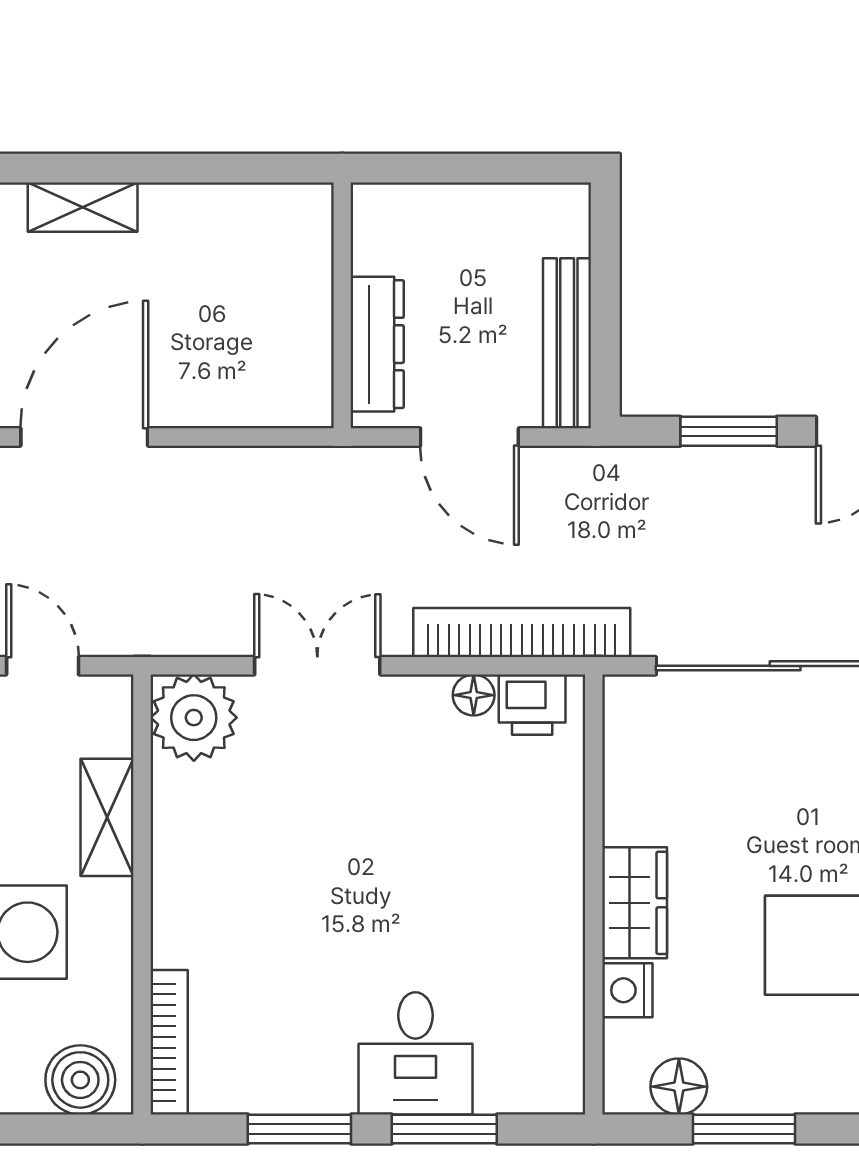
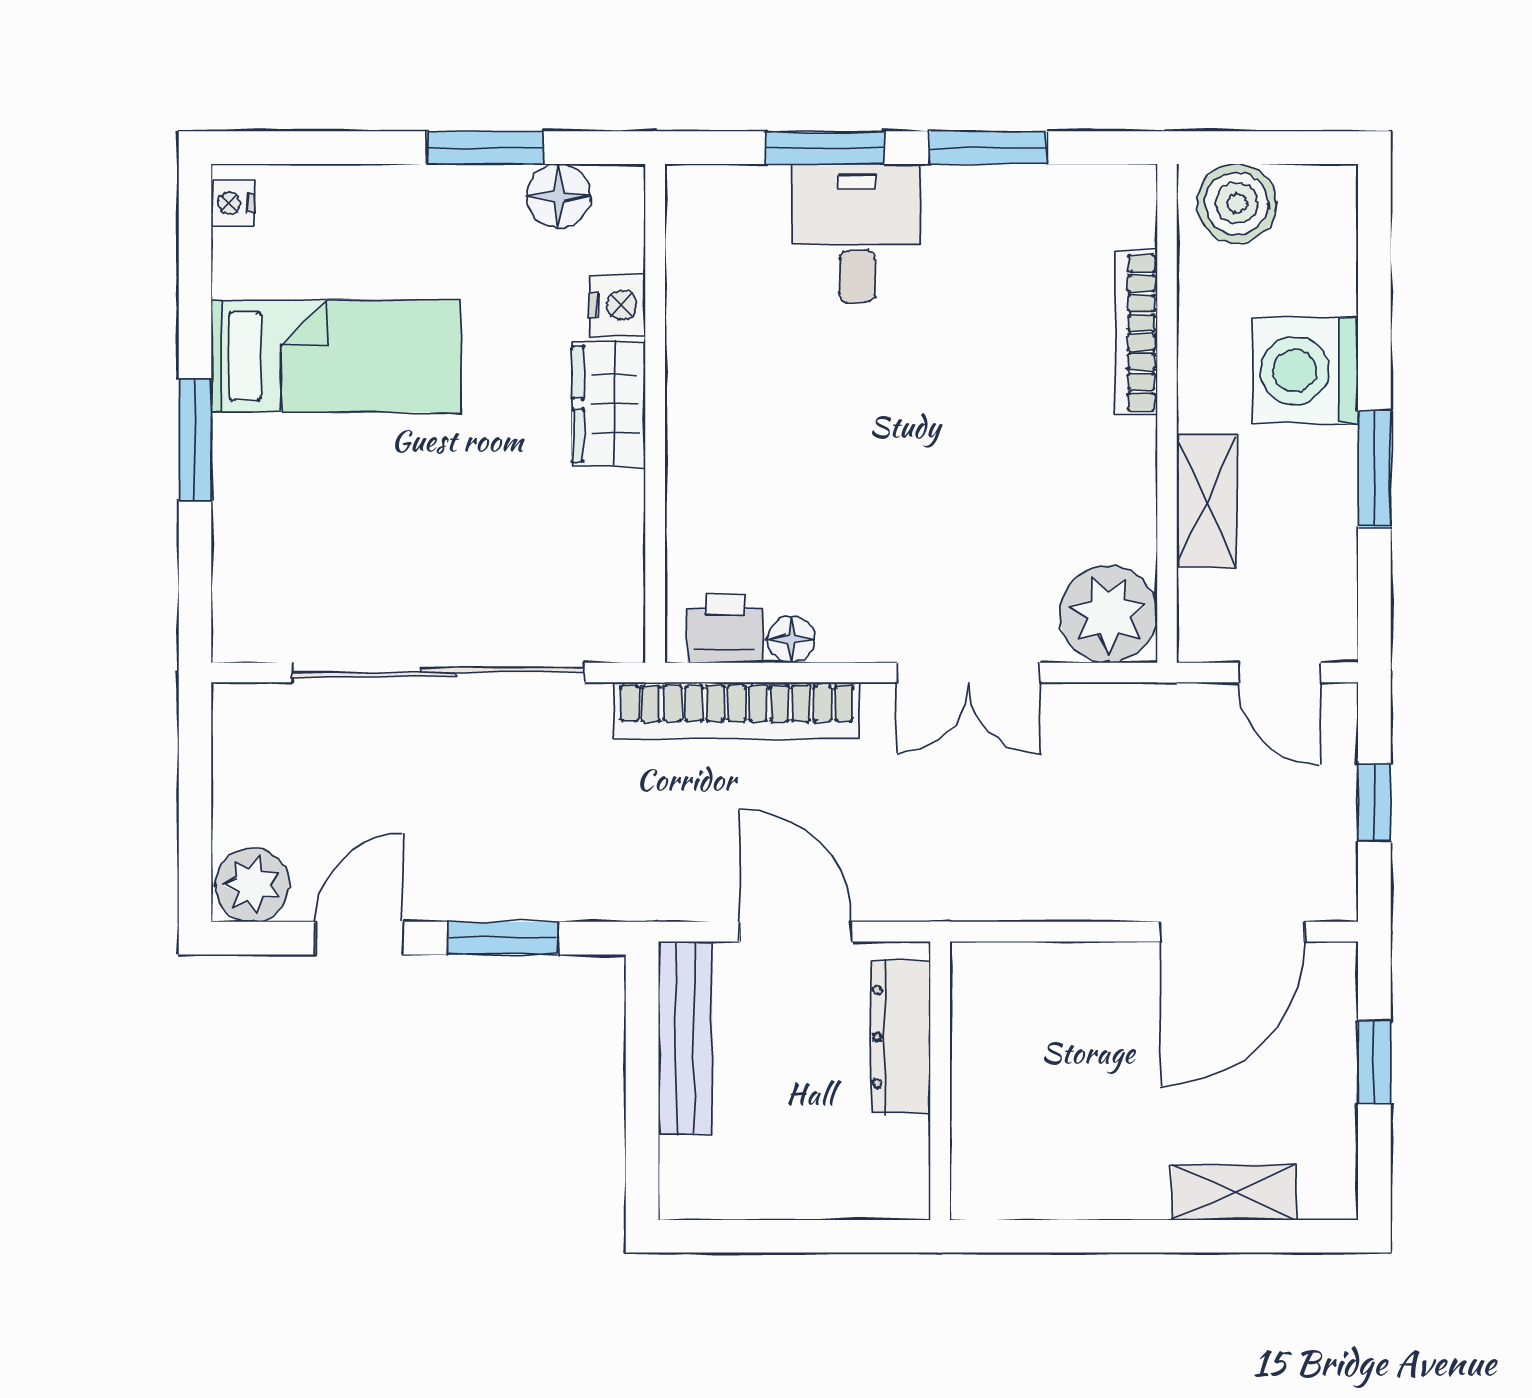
bookcase: (169, 1042) -> (1136, 333), moved

